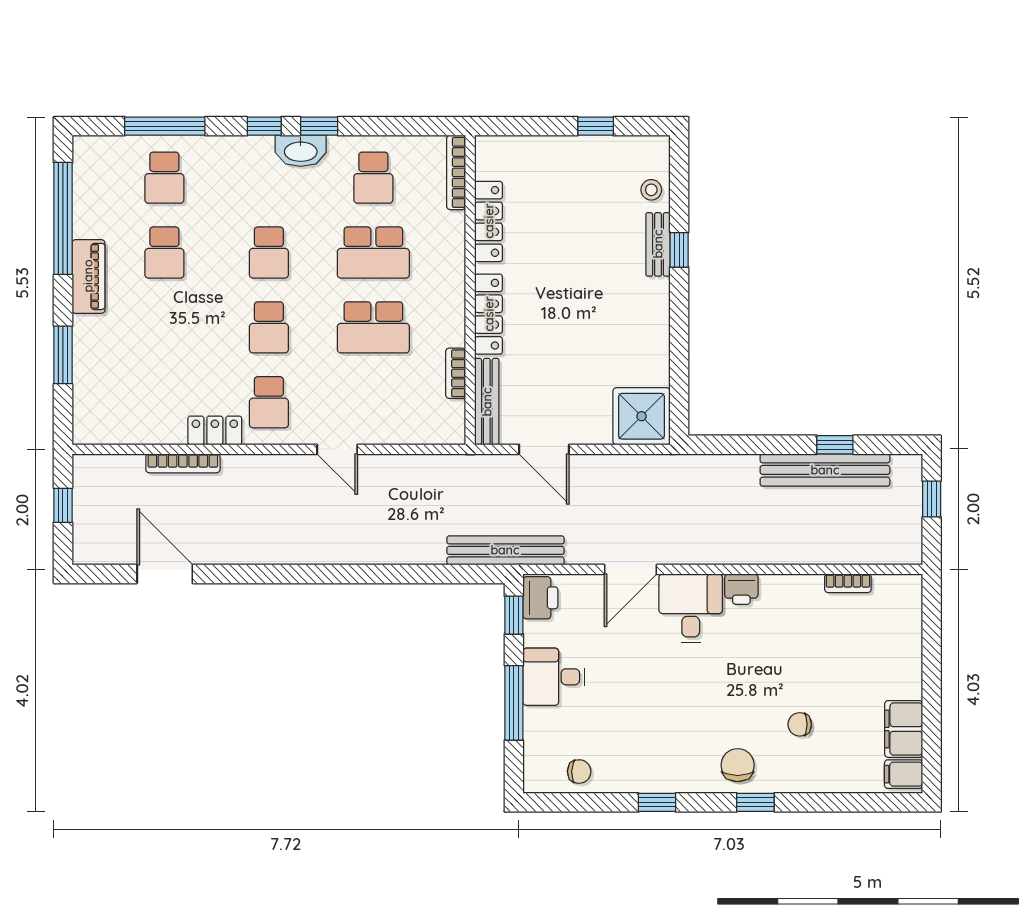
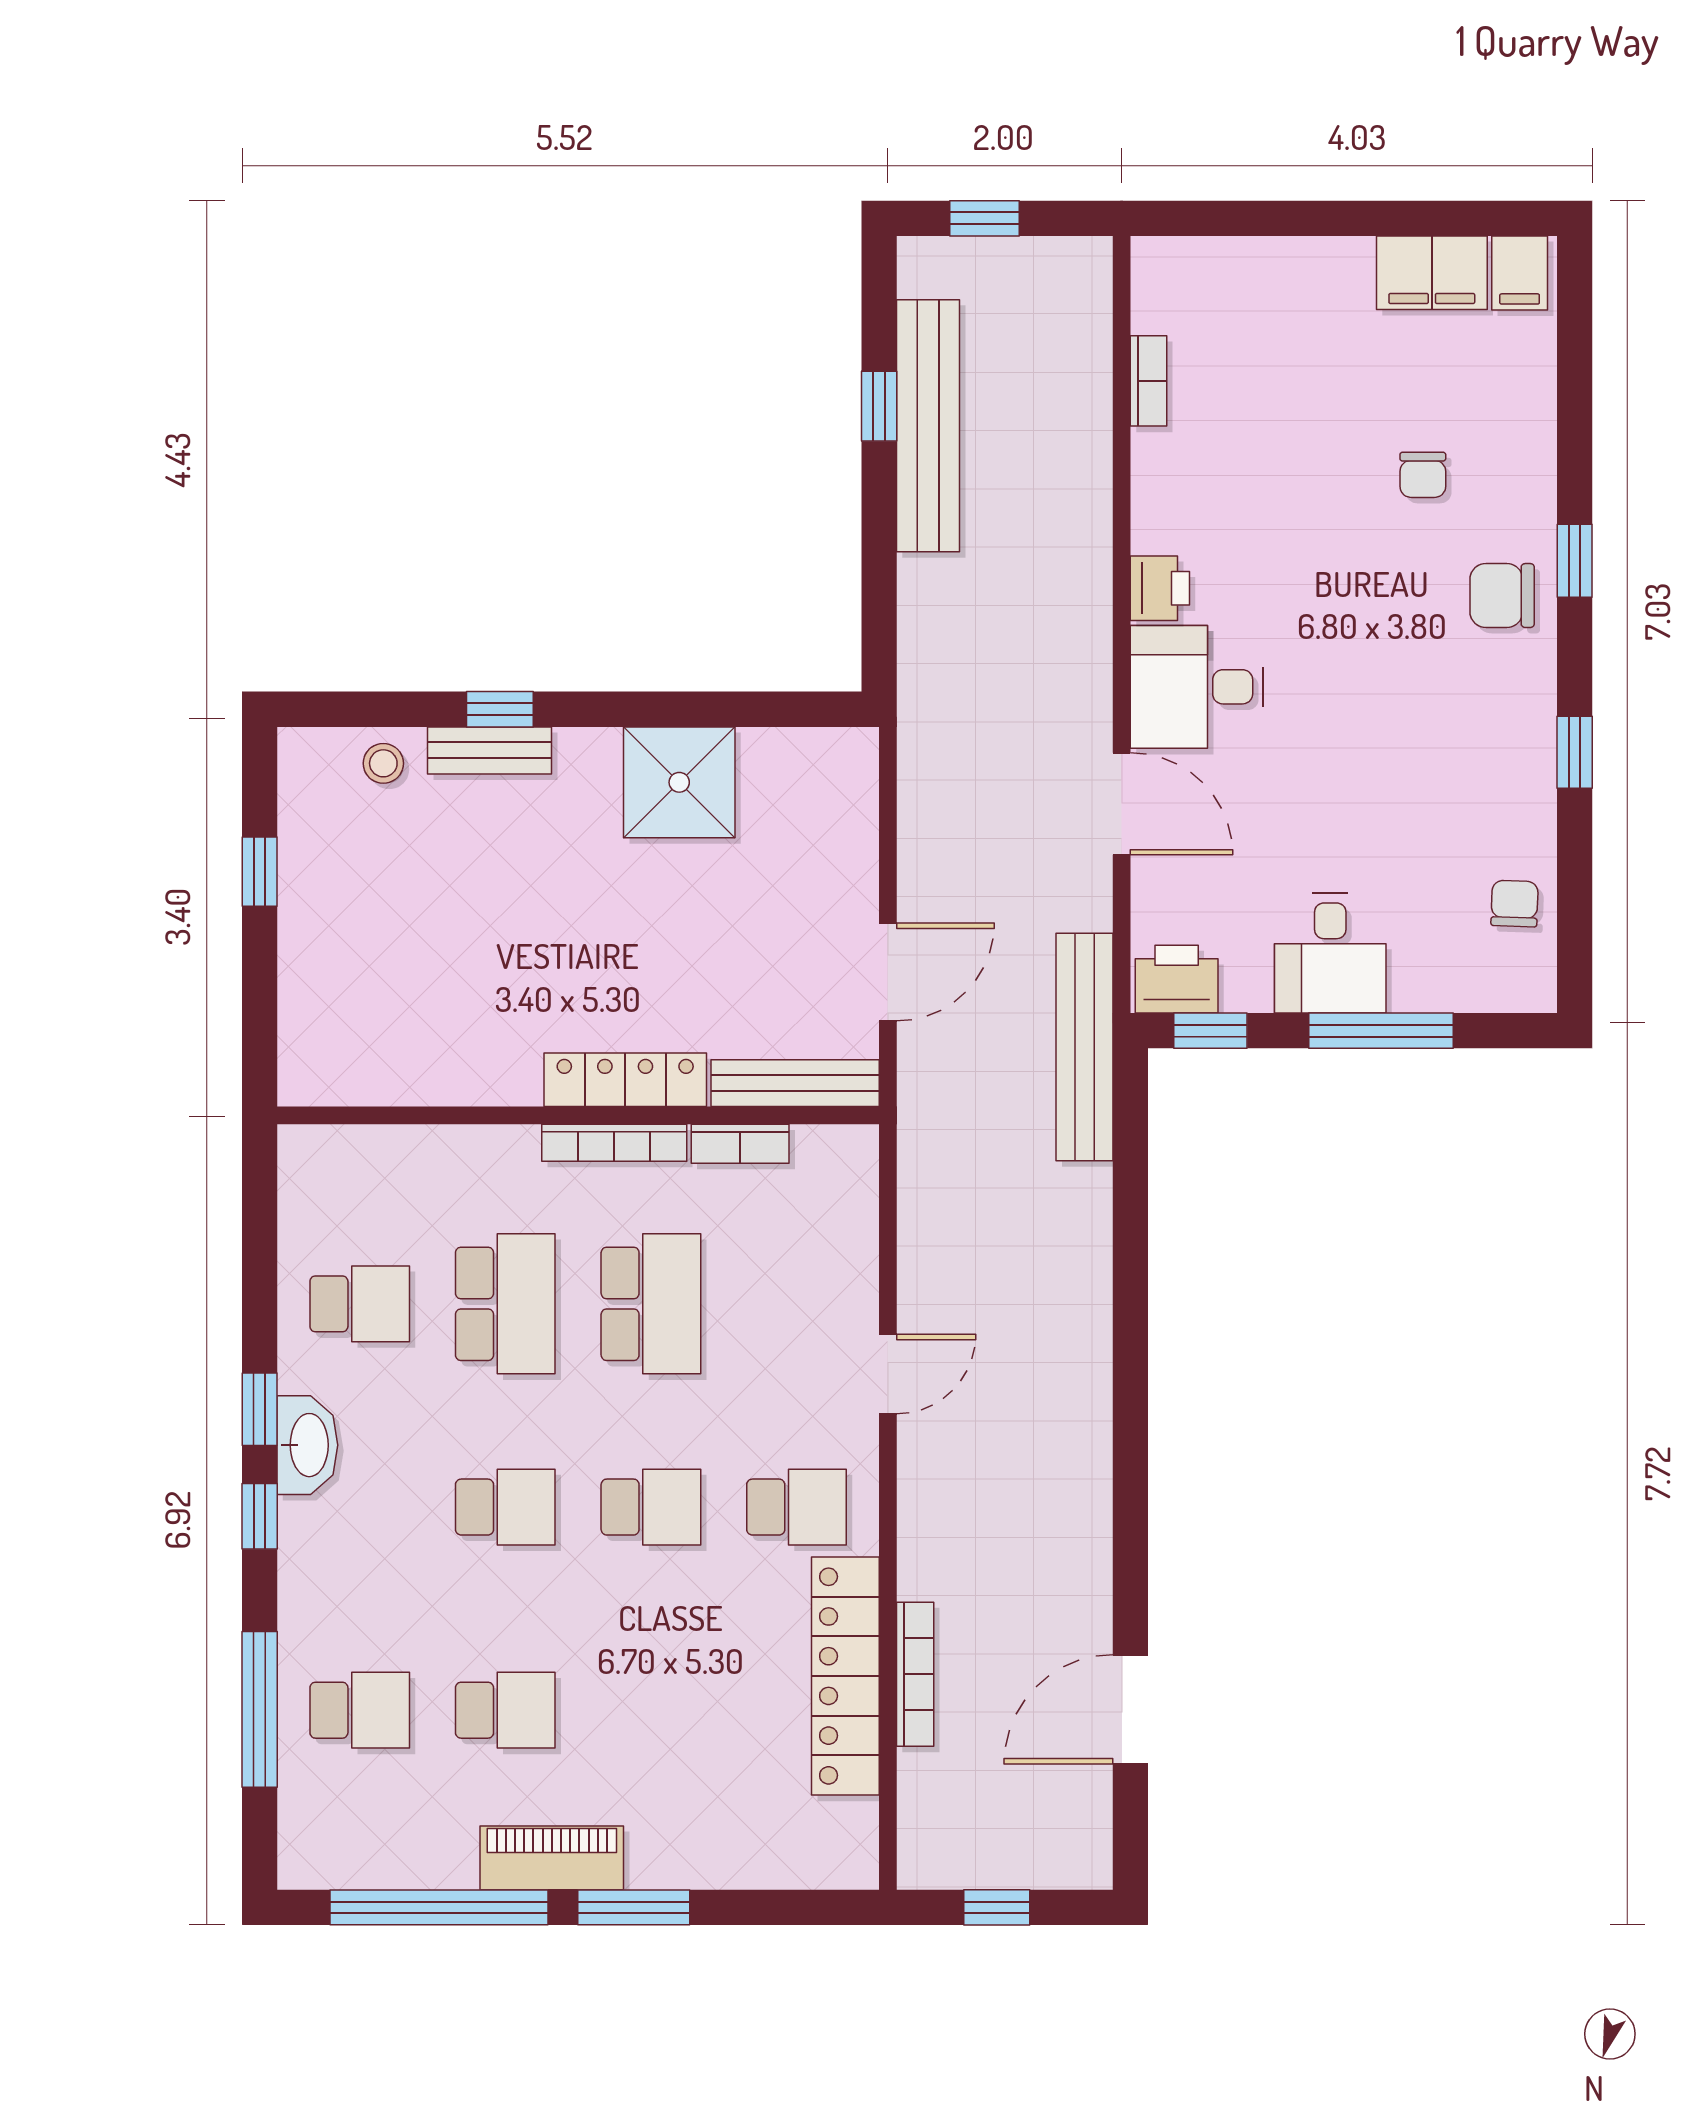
bookcase: (456, 172) -> (614, 1143), moved
locker: (489, 221) -> (445, 1080), removed
window: (63, 355) -> (634, 1907), moved
shower: (642, 416) -> (679, 782), moved
locker: (215, 430) -> (845, 1676), width x2.16, depth x1.21

